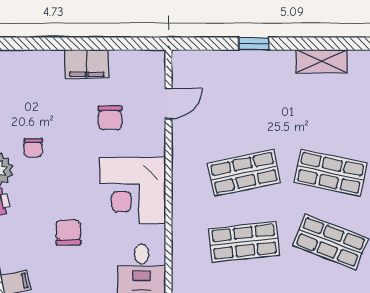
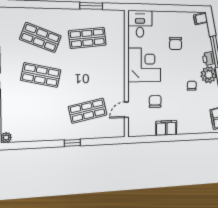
window: (254, 44) -> (72, 143), moved
shelving: (322, 61) -> (46, 135), removed
shop shelf: (244, 173) -> (88, 111), moved

